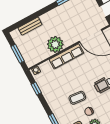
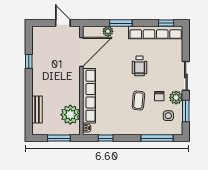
plant: (55, 44) -> (70, 115), moved
row of seats: (66, 56) -> (89, 96), width x1.36

